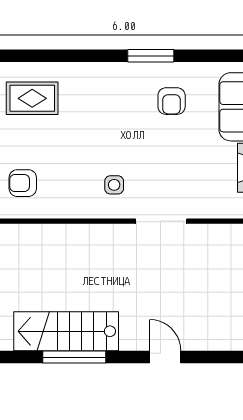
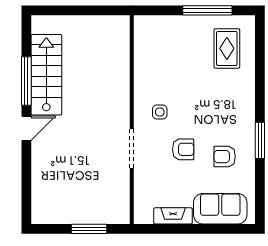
armchair: (23, 183) -> (183, 149), moved, turned 90
door: (165, 357) -> (26, 128), moved

